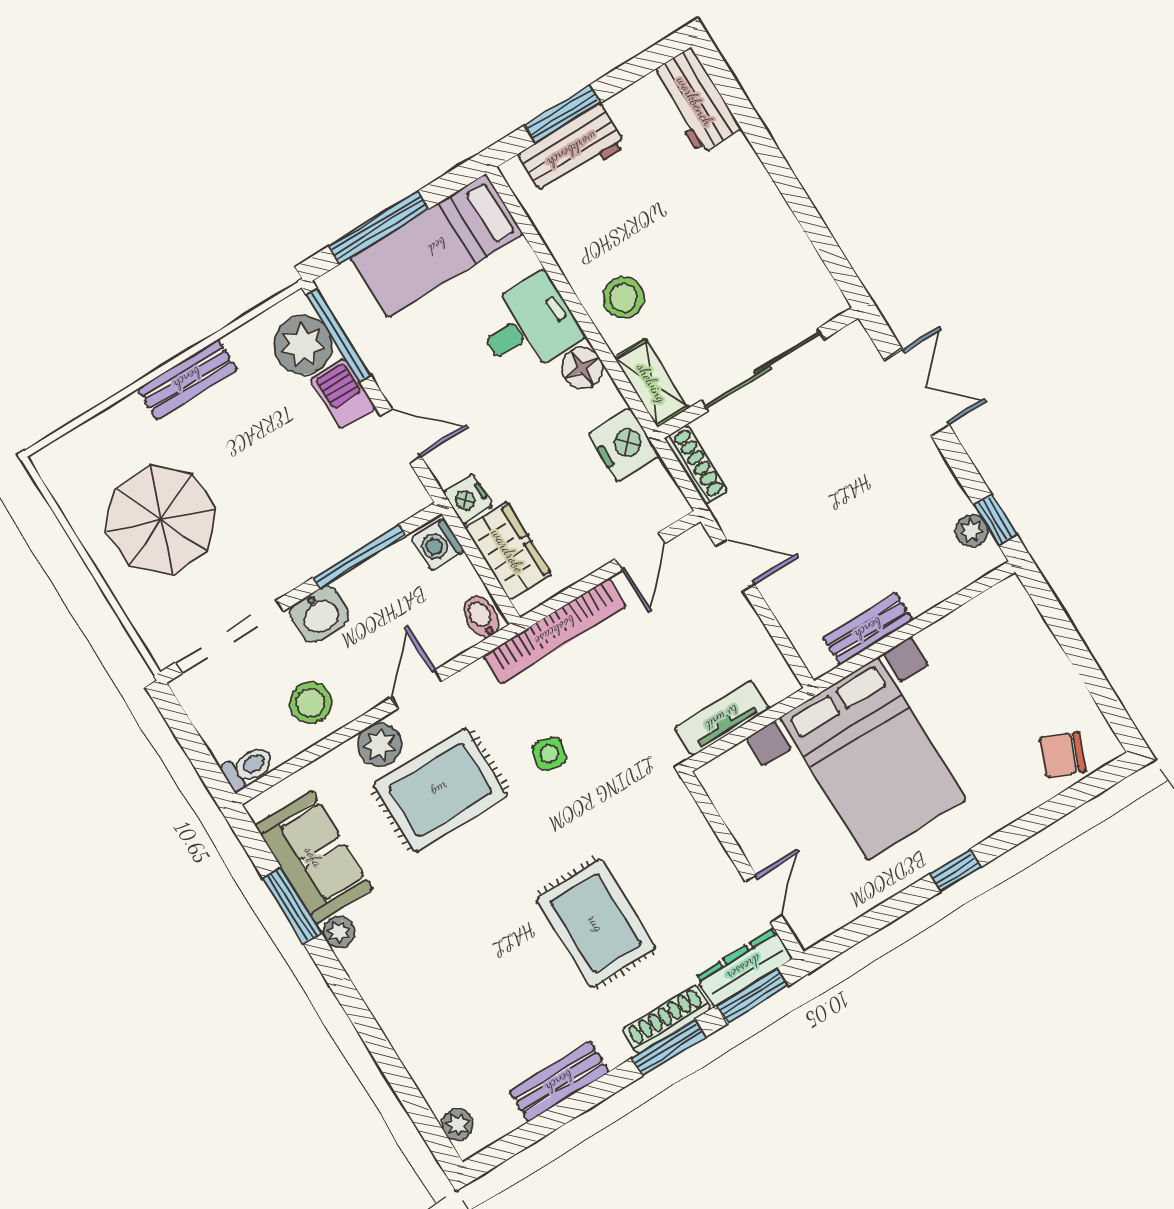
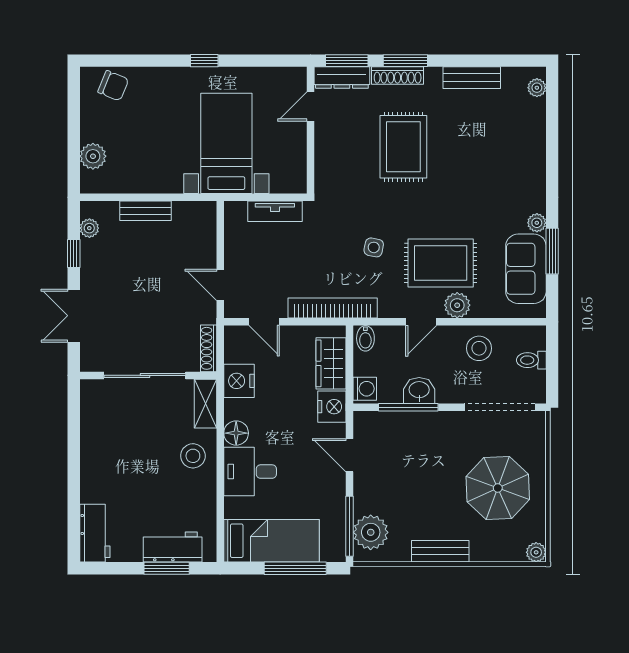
barbecue: (343, 394) -> (366, 495), removed
plant: (50, 462) -> (536, 552), added
nightstand: (468, 499) -> (332, 407), width x1.36, depth x1.33
window: (995, 520) -> (74, 253), moved
door: (640, 551) -> (264, 322), swing flipped
washbasin: (320, 614) -> (419, 390), moved
bench: (868, 629) -> (146, 211), moved
plant: (1030, 636) -> (93, 156), added
bed with nightstands: (873, 759) -> (226, 143), width x0.73
toilet: (248, 767) -> (531, 360), moved

